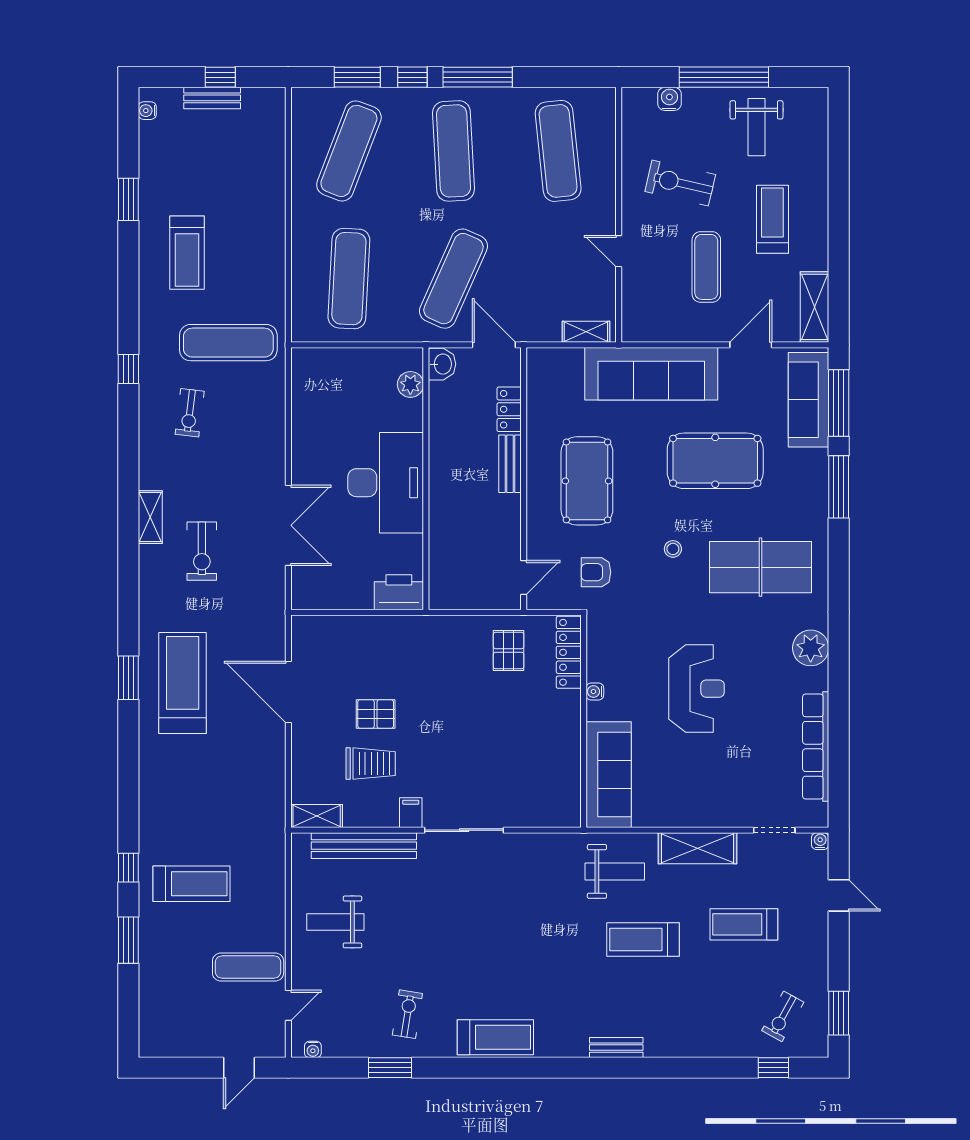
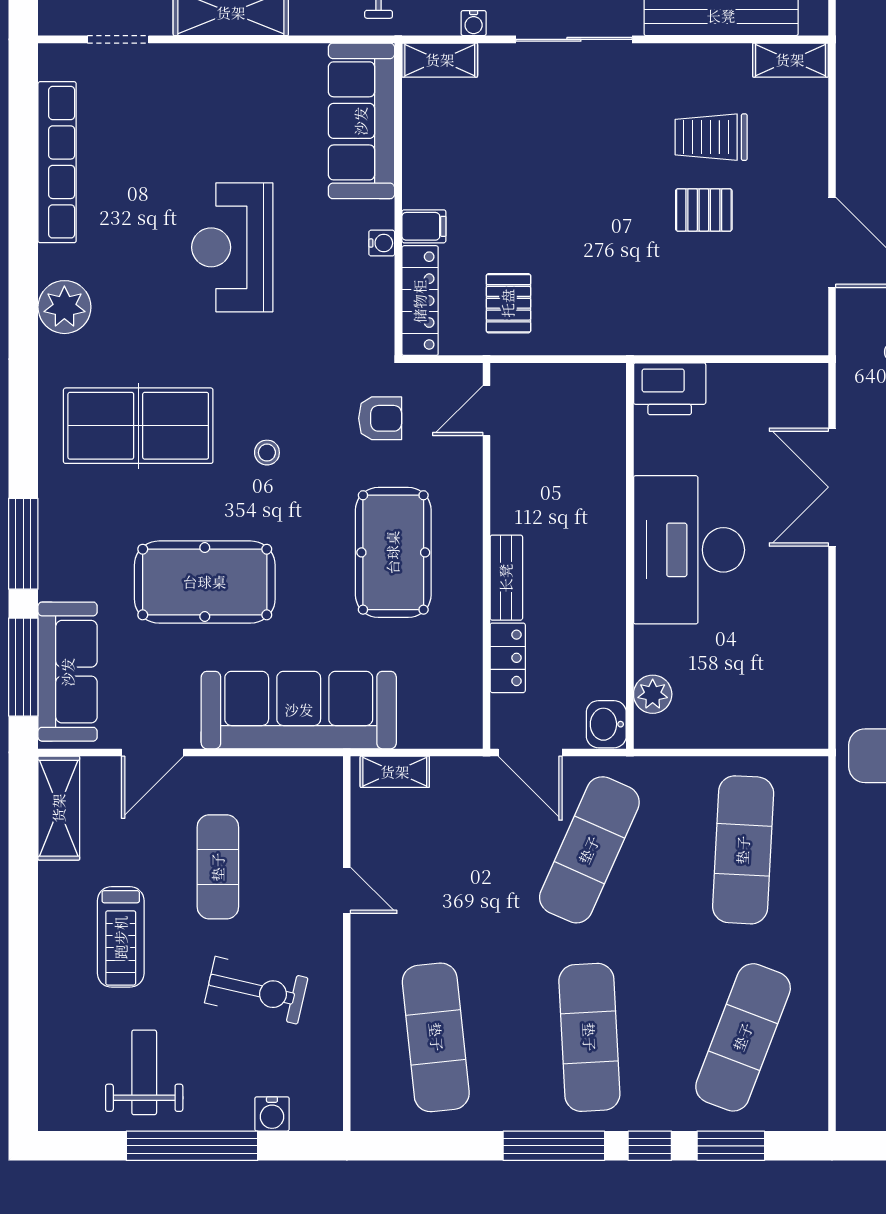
filing cabinet: (411, 813) -> (424, 226), moved, turned -90
shelving: (555, 816) -> (440, 60), added
water cooler: (820, 841) -> (474, 23), moved

